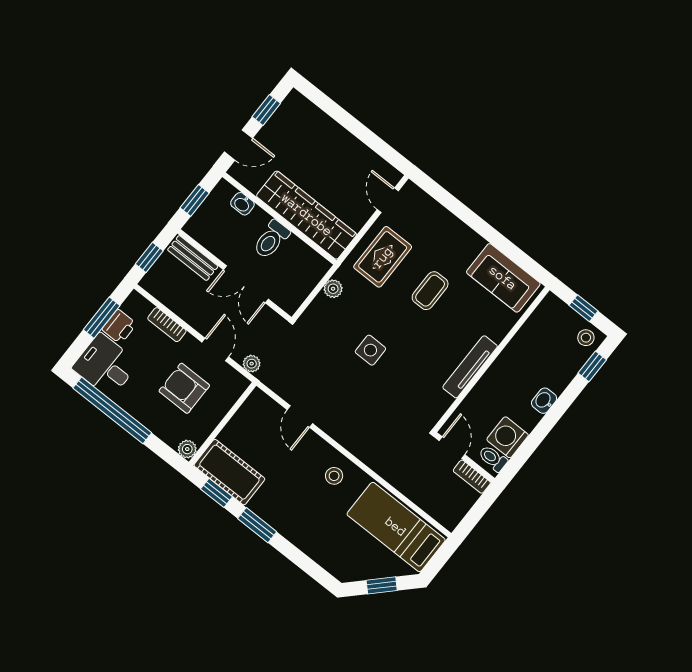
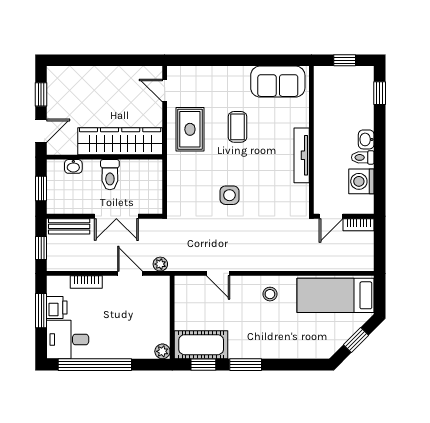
plant: (333, 289) -> (174, 175), removed
stool: (586, 338) -> (361, 78), removed
armchair: (184, 388) -> (130, 314), removed
door: (452, 448) -> (331, 216), swing flipped
toilet: (493, 458) -> (363, 157), moved

